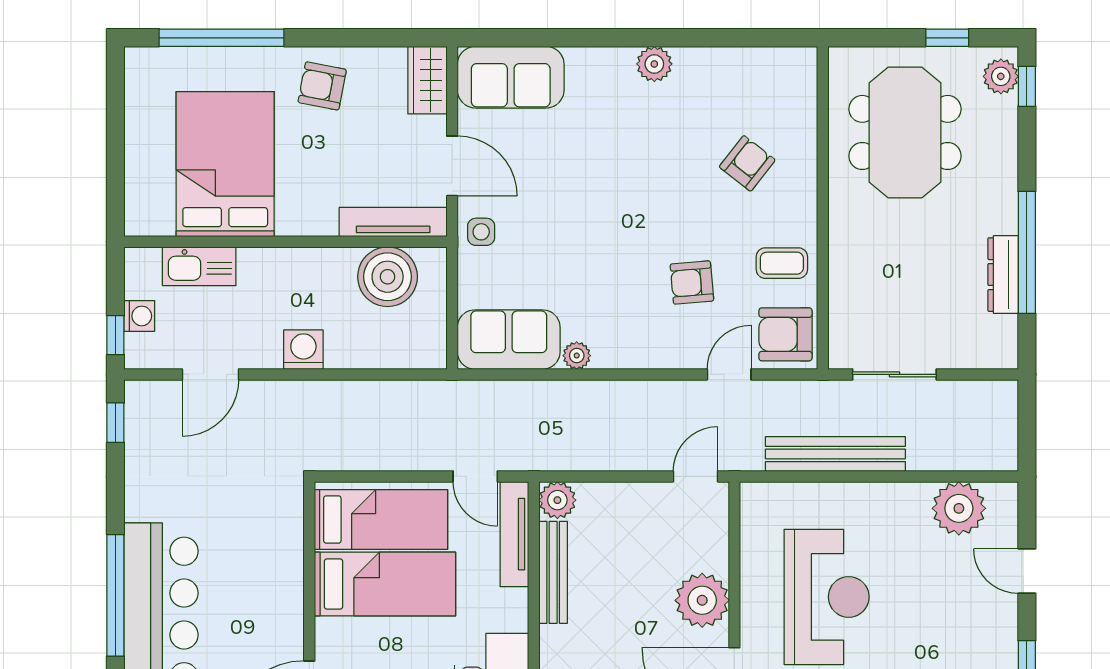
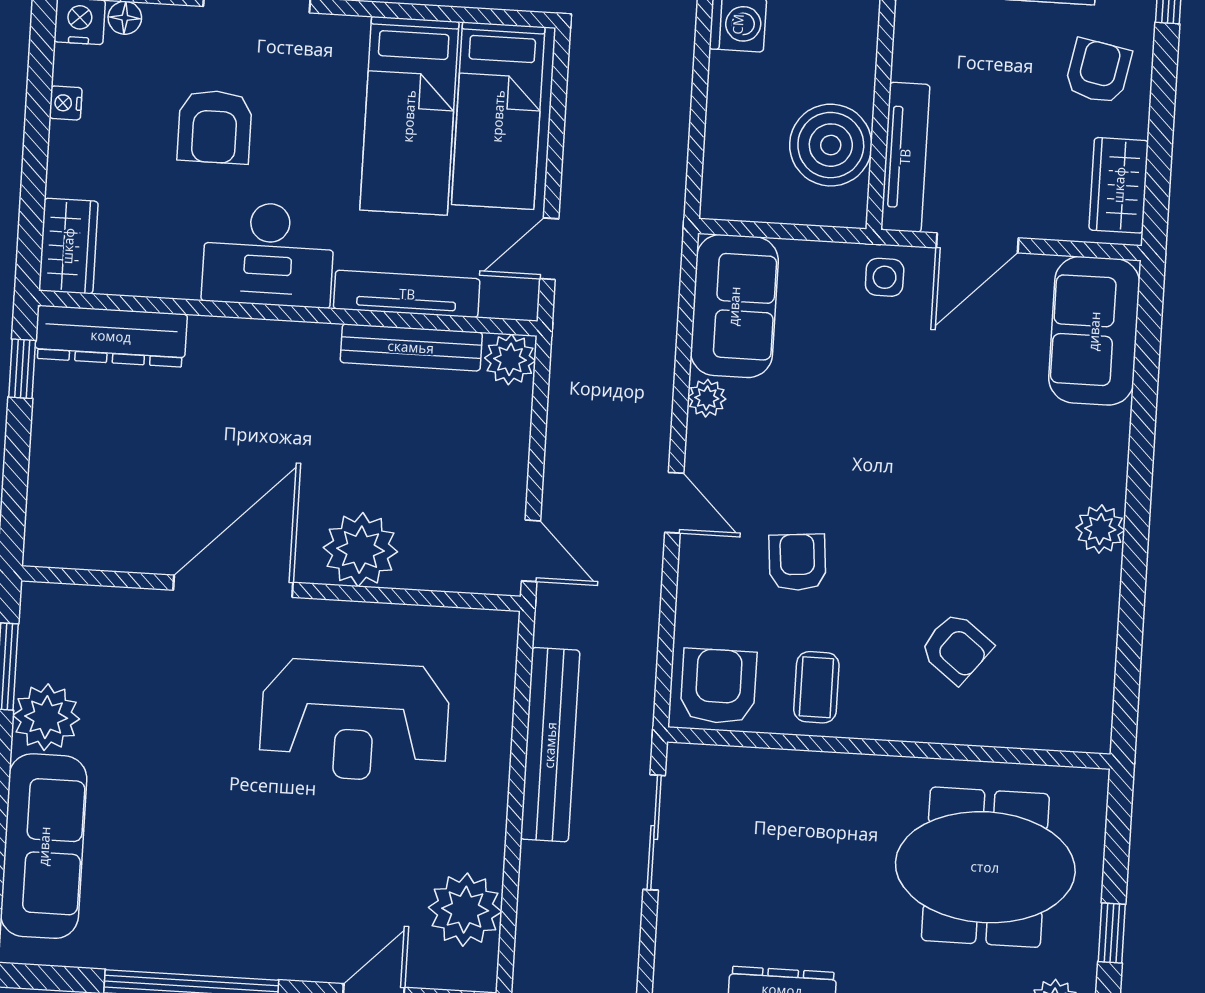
wardrobe: (427, 80) -> (1119, 185), moved, turned -90
door: (729, 374) -> (674, 503), moved
tv unit: (514, 534) -> (407, 294), moved

